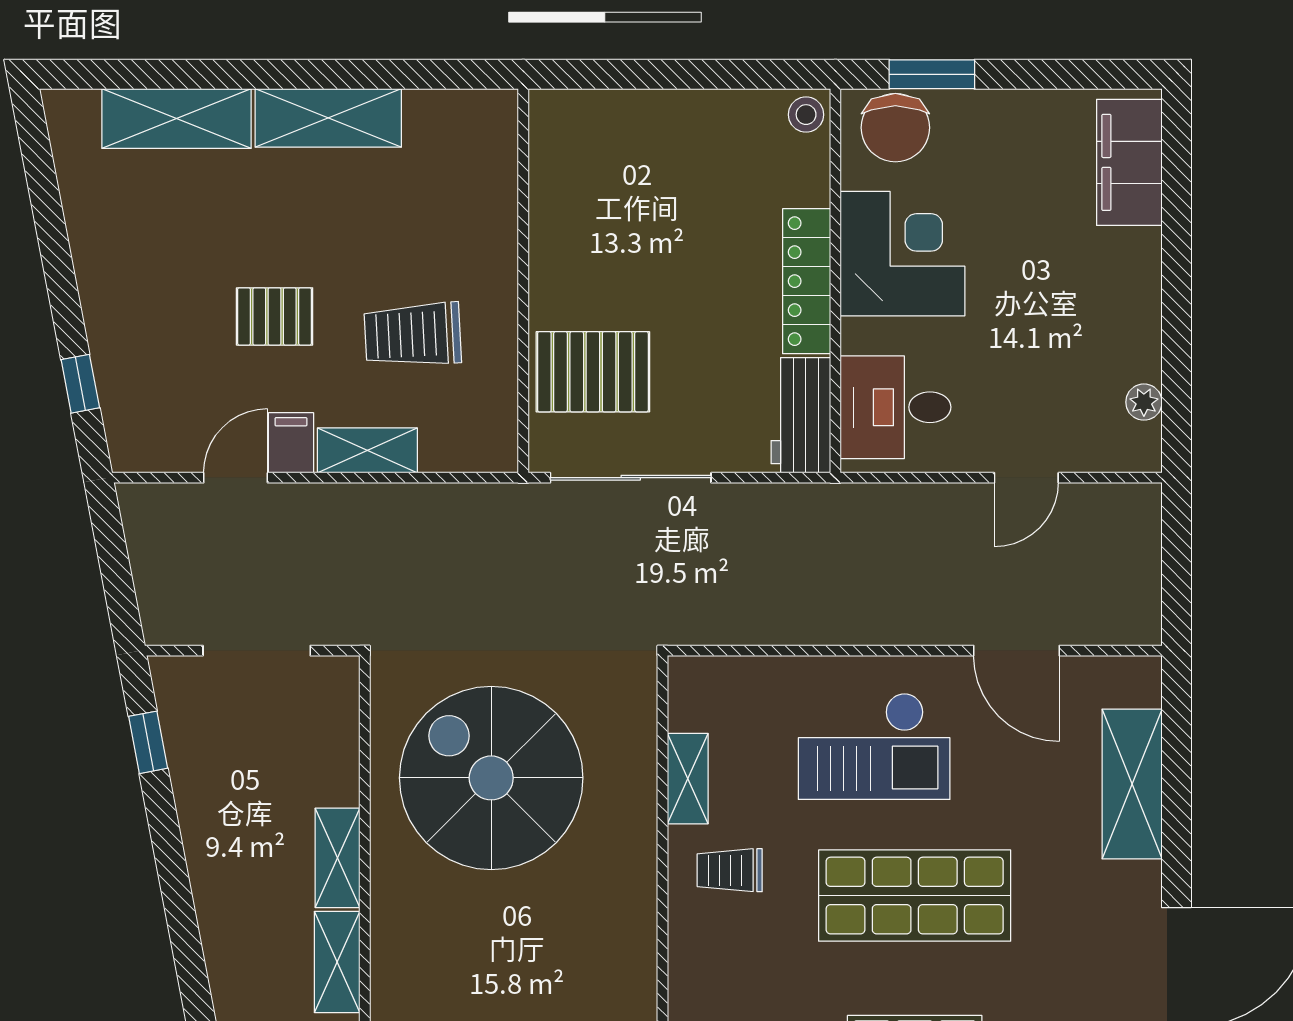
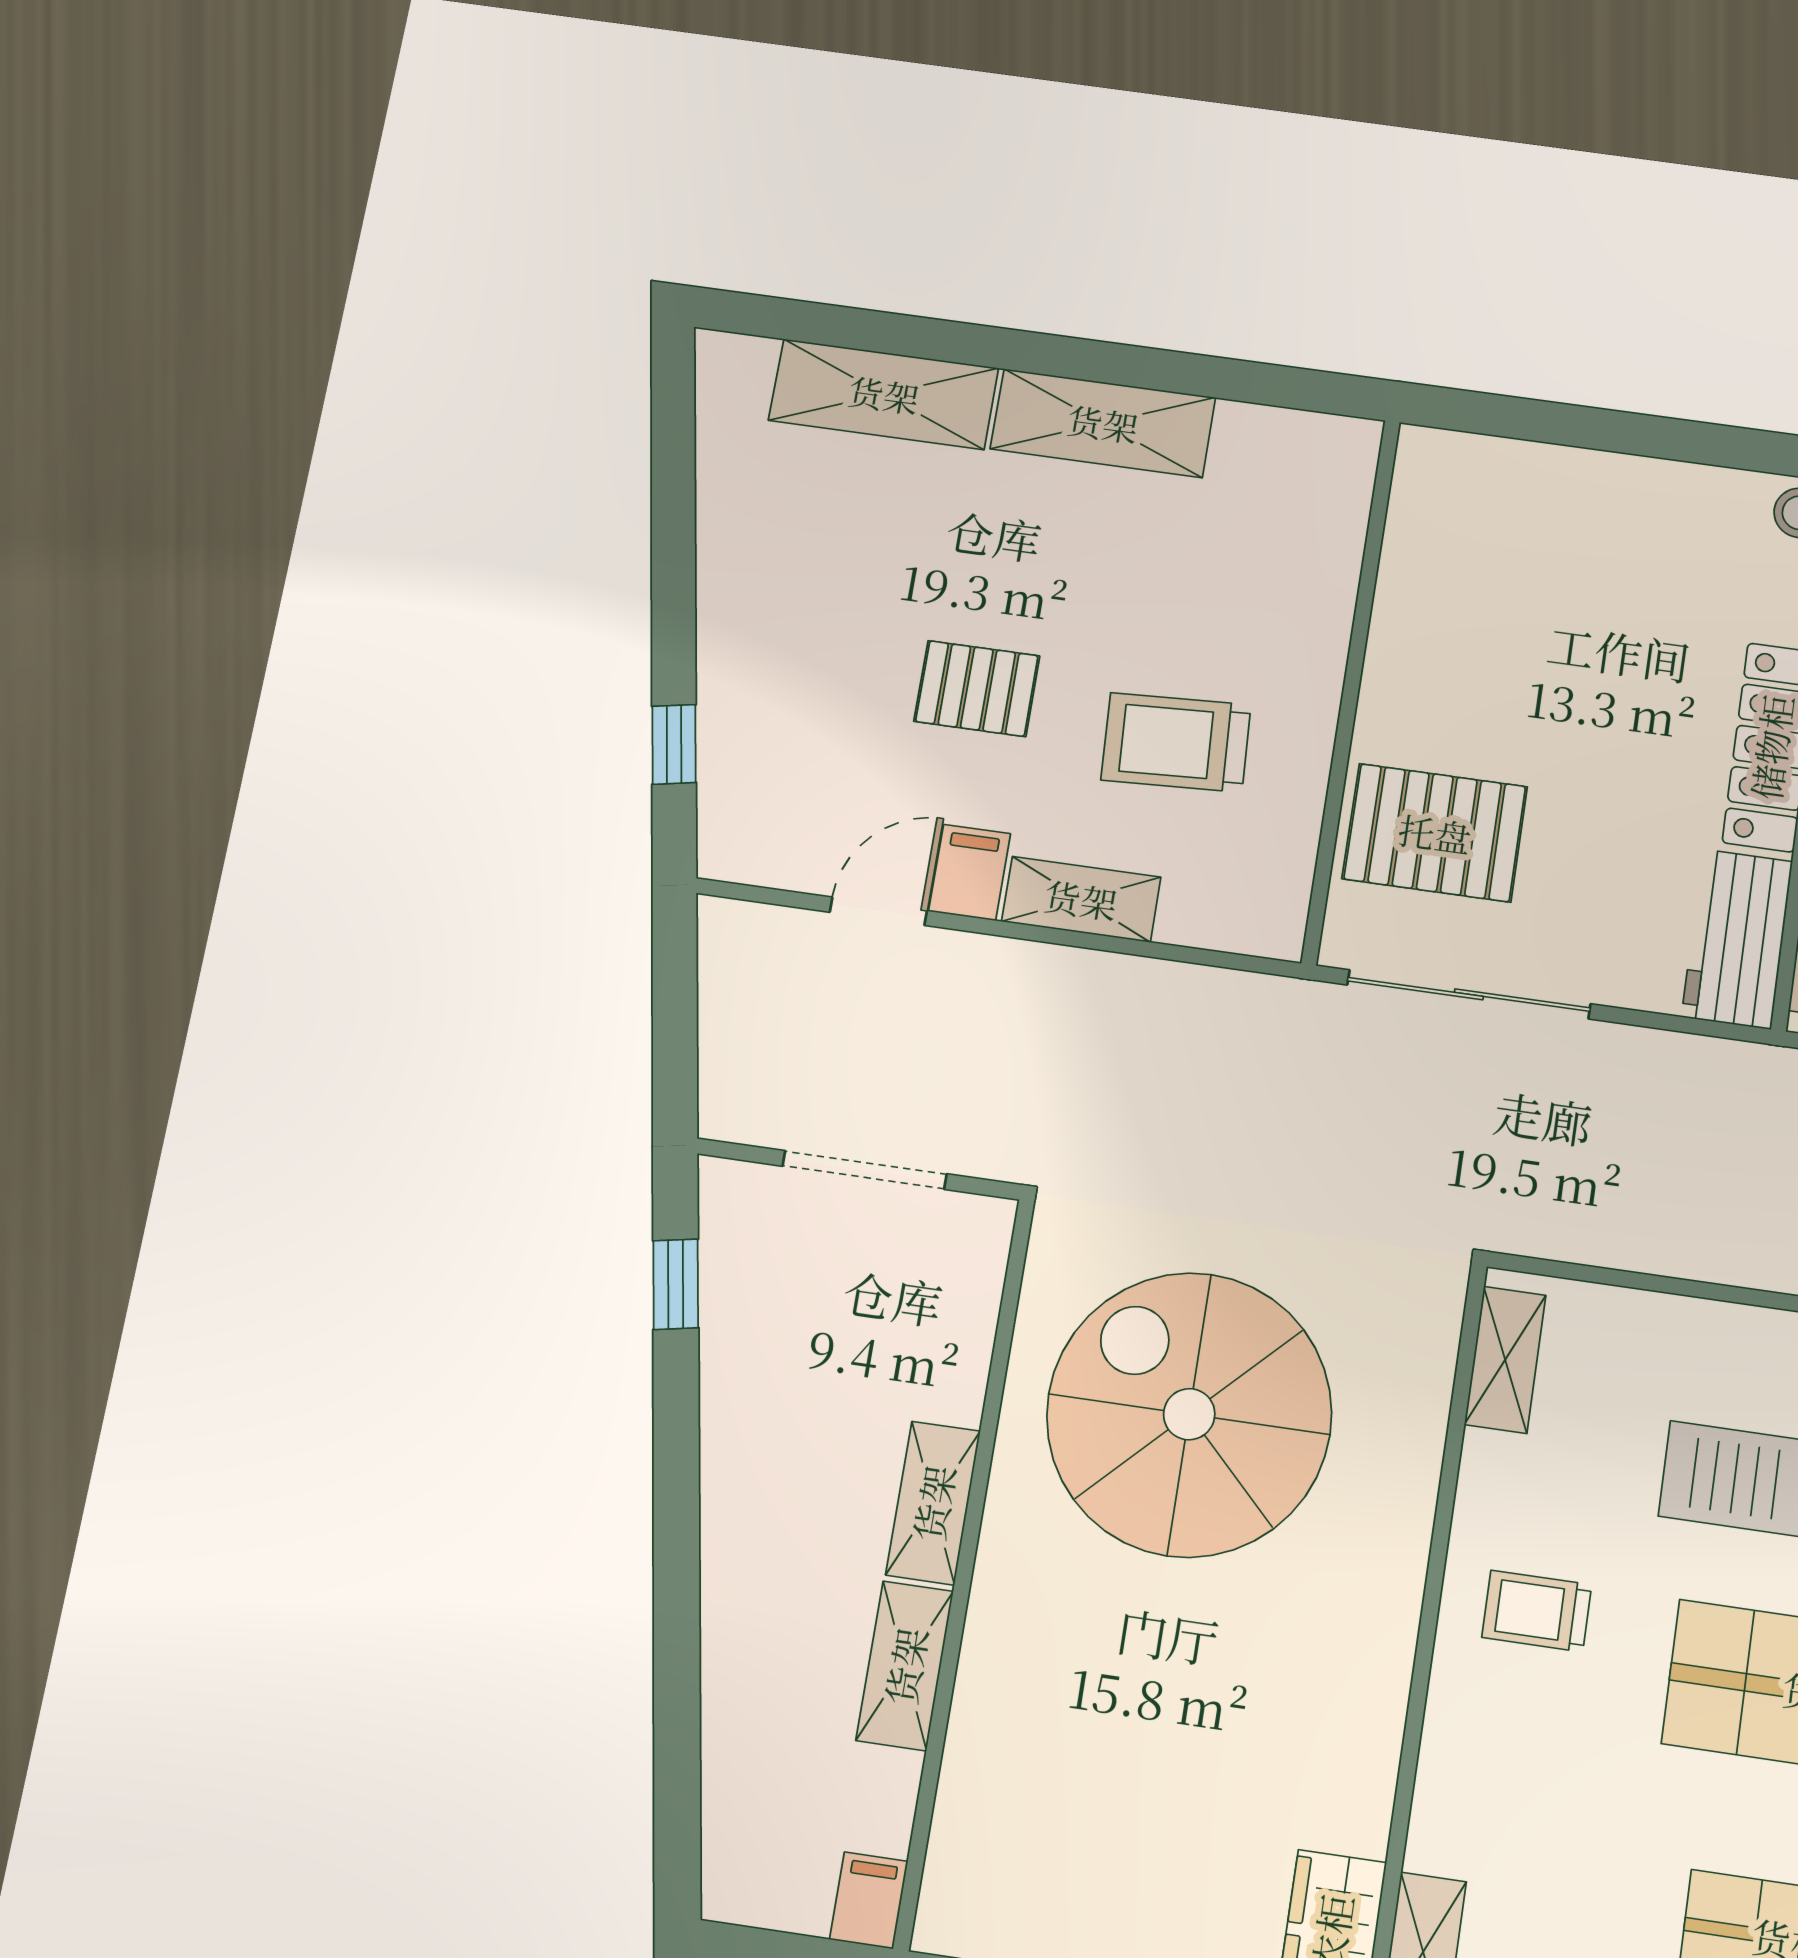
shelving: (688, 779) -> (1505, 1360), moved

